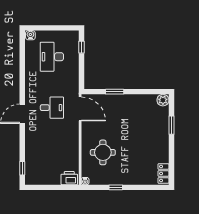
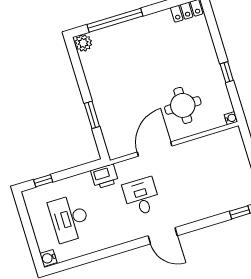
desk: (52, 57) -> (69, 218), turned 90
door: (80, 109) -> (155, 149), moved
window: (171, 125) -> (115, 20), width x2.11
printer: (69, 178) -> (105, 176), moved, turned -90

